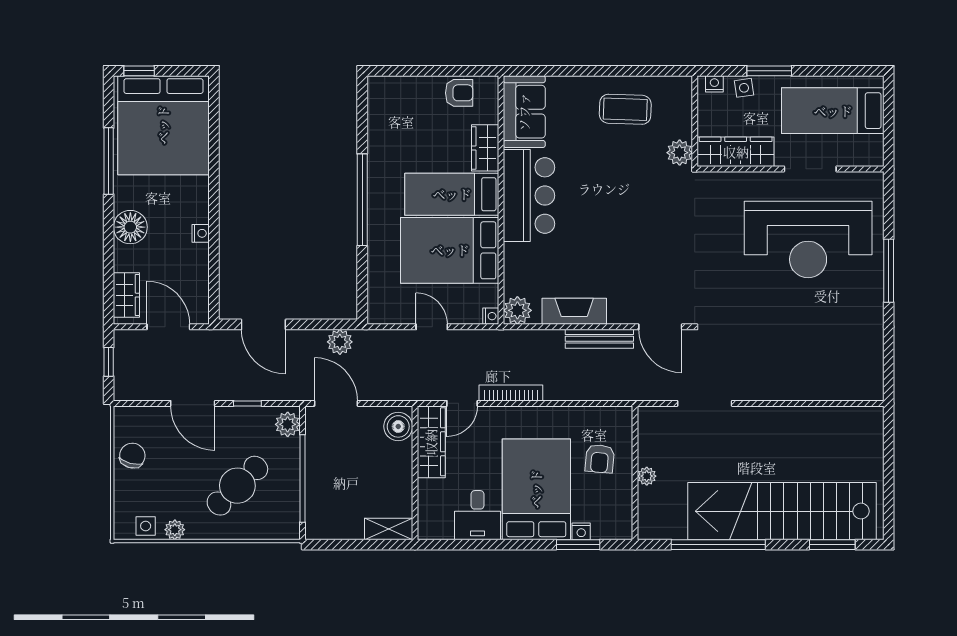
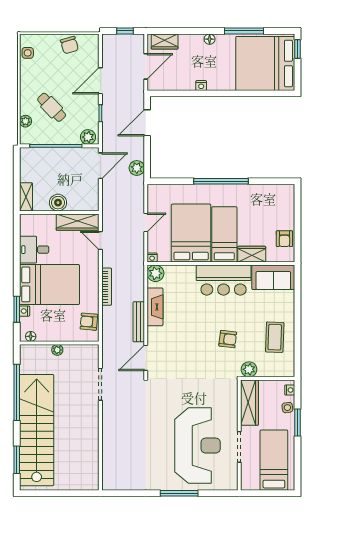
armchair: (628, 188) -> (228, 339), added
floor lamp: (130, 227) -> (210, 39), width x0.53, depth x0.53
reception desk: (808, 240) -> (197, 446), turned 180
bookcase: (511, 393) -> (107, 287), moved
boiler: (398, 426) -> (58, 203), moved
chair: (132, 456) -> (69, 45), turned 59
armchair: (600, 459) -> (89, 322), moved
cafe table: (237, 486) -> (52, 107), width x0.73, depth x0.74
floor lamp: (624, 521) -> (31, 336), added
plant: (175, 530) -> (25, 121), moved

